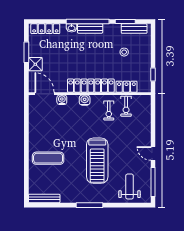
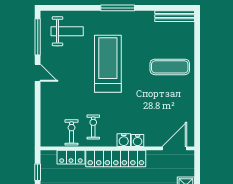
door: (45, 94) -> (174, 148), swing flipped
water cooler: (62, 100) -> (138, 141), moved
weight bench: (130, 187) -> (67, 31), turned -90

